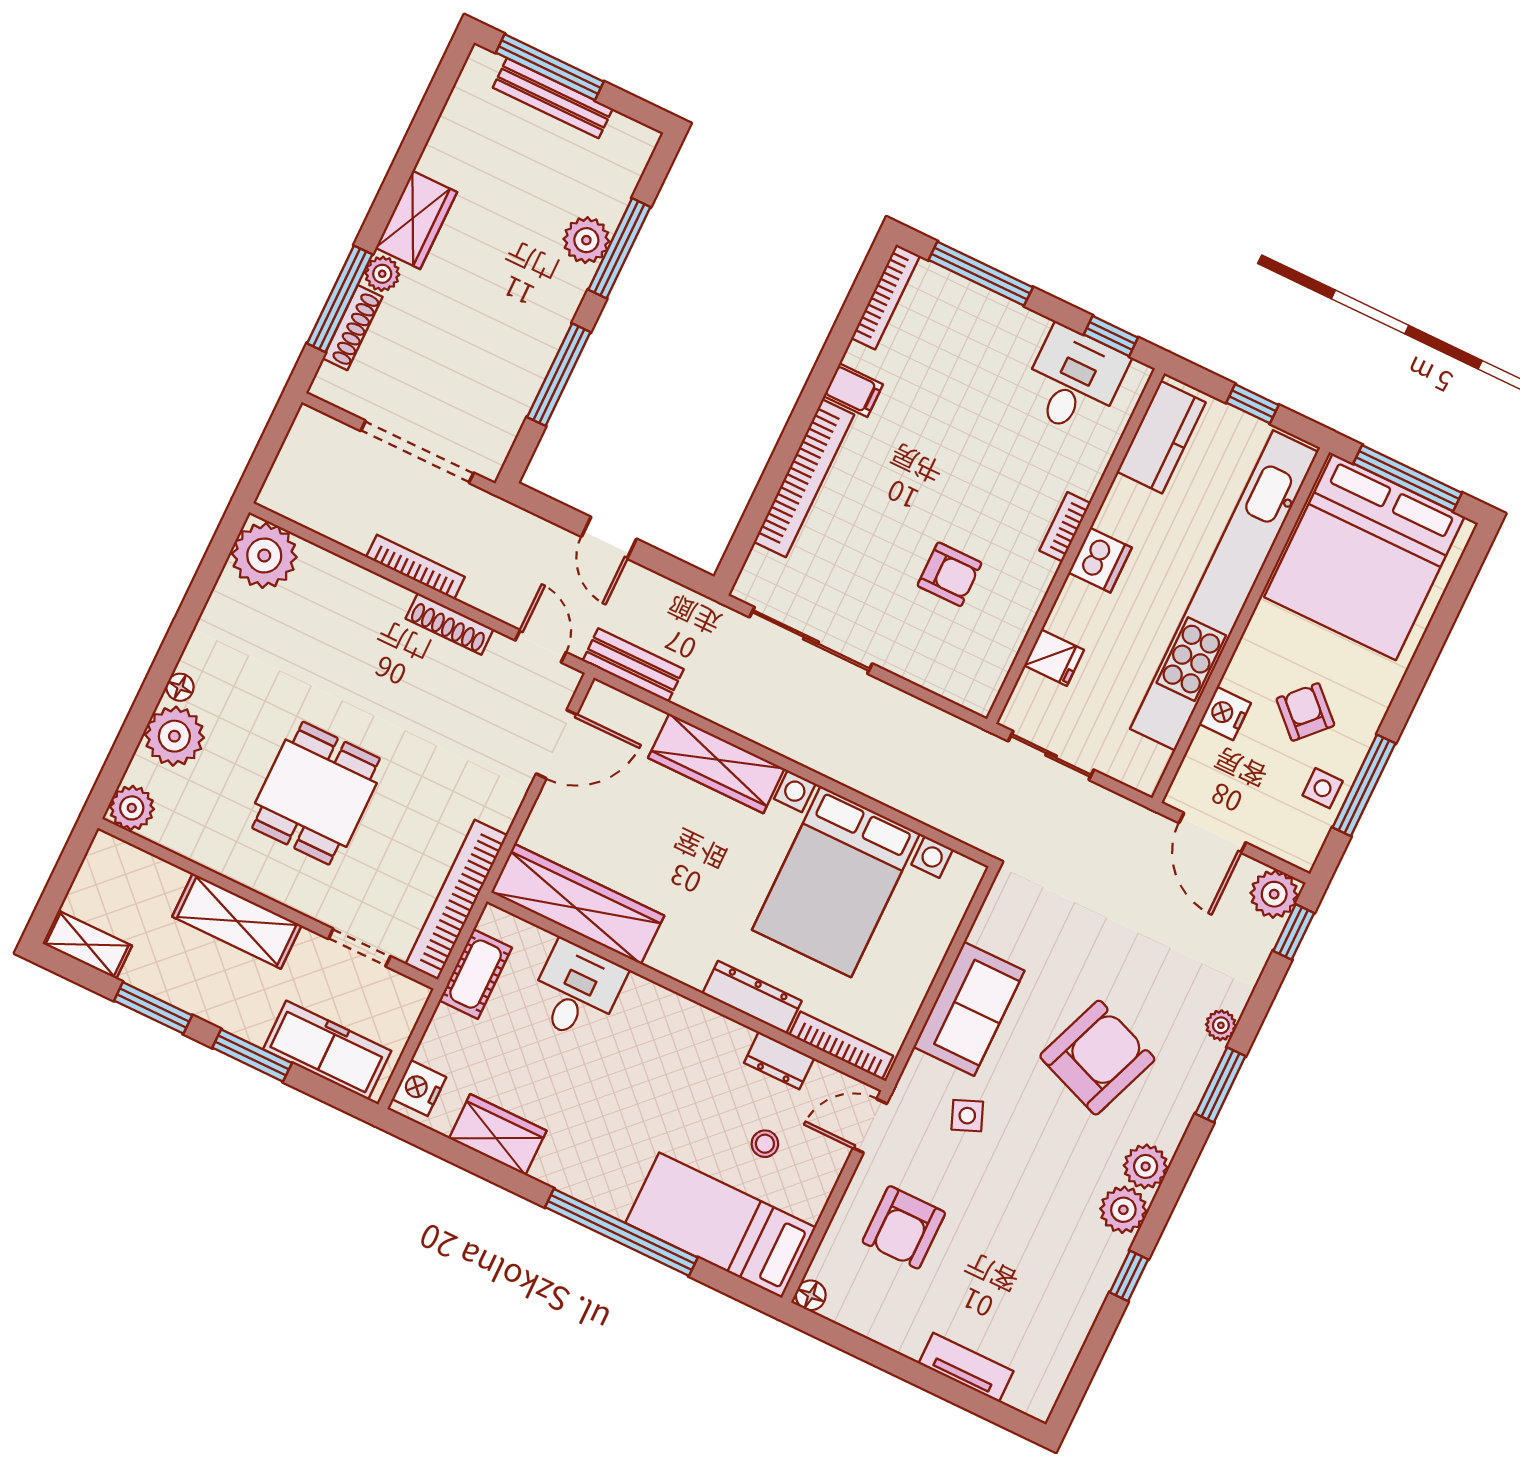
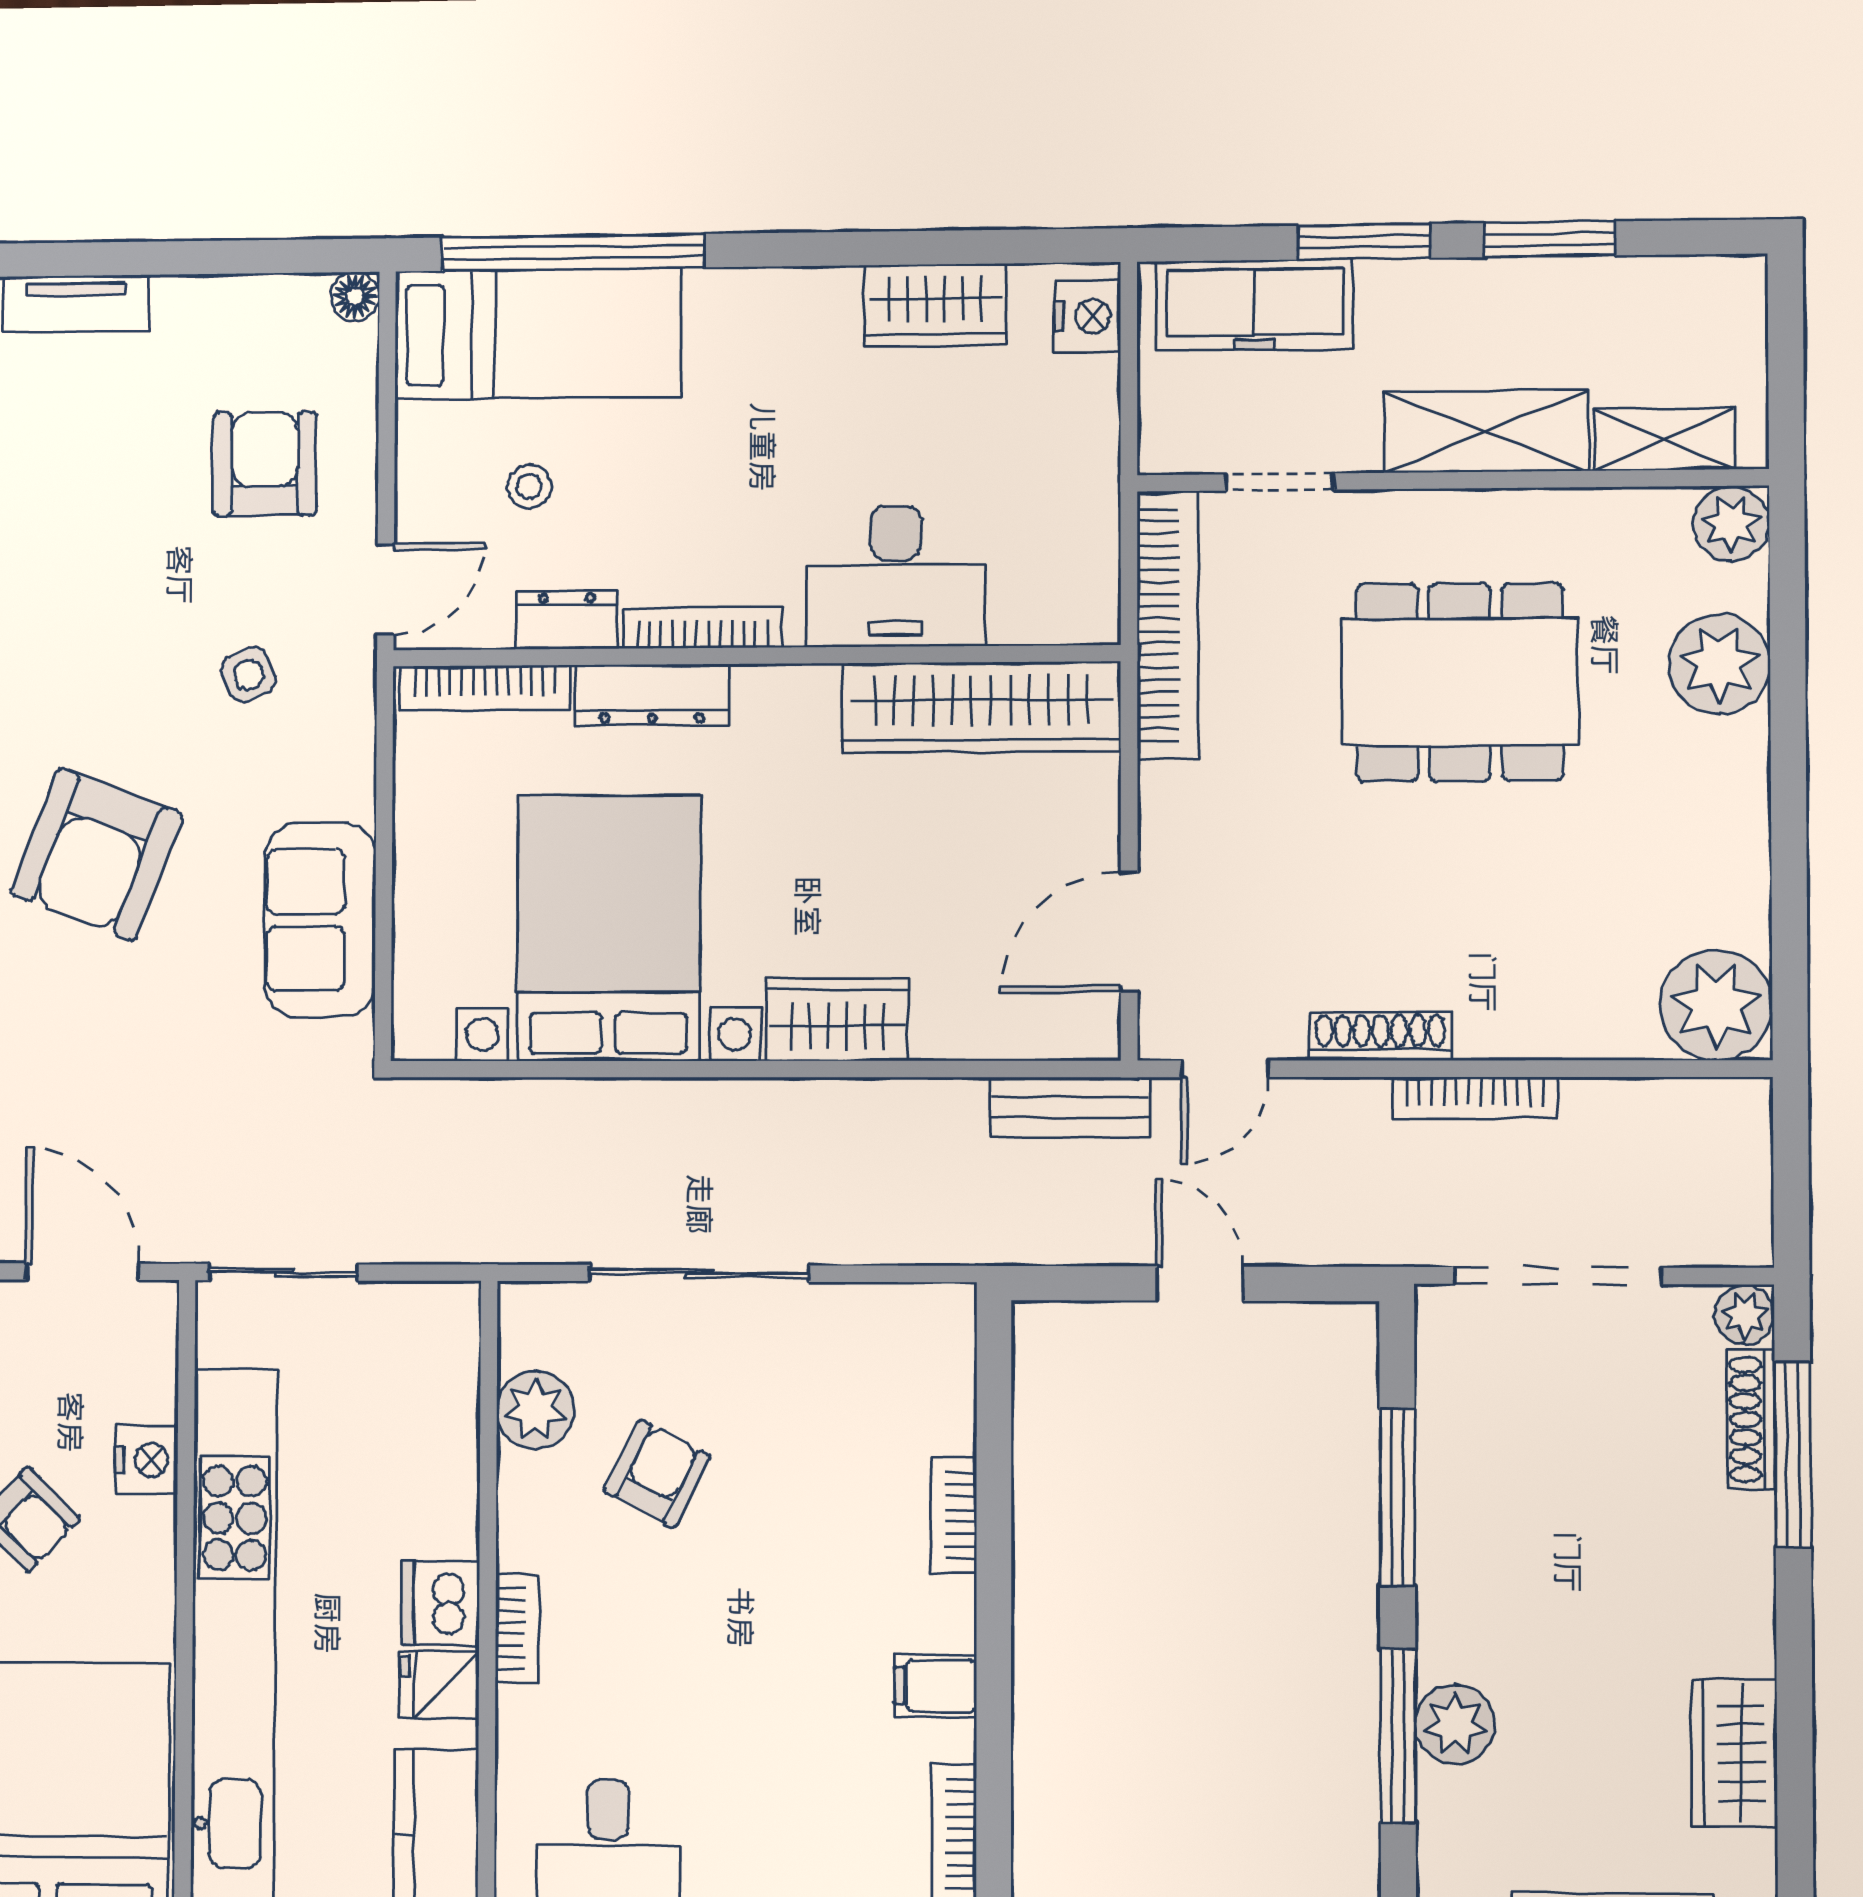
wardrobe: (416, 220) -> (1734, 1753), moved
plant: (382, 274) -> (1745, 1315), moved
bookcase: (804, 478) -> (954, 1516), width x0.43, depth x0.76
armchair: (949, 574) -> (657, 1474), turned 117
sliding door: (811, 640) -> (699, 1273), moved
plant: (999, 640) -> (535, 1410), added
door: (541, 646) -> (1225, 1069), hinge flipped
fridge: (1054, 658) -> (439, 1684), moved
floor lamp: (180, 687) -> (1748, 742), removed
sliding door: (1051, 755) -> (283, 1272), moved
wardrobe: (716, 763) -> (837, 1019), width x0.67
dining table: (316, 793) -> (1460, 682), width x1.38
shelving: (87, 945) -> (1664, 439), moved
cot: (476, 974) -> (1085, 528), removed
desk: (576, 991) -> (896, 576), width x1.37
sofa: (969, 1009) -> (320, 920), moved
bookcase: (707, 1020) -> (703, 628), added
window: (621, 1232) -> (573, 252), moved

